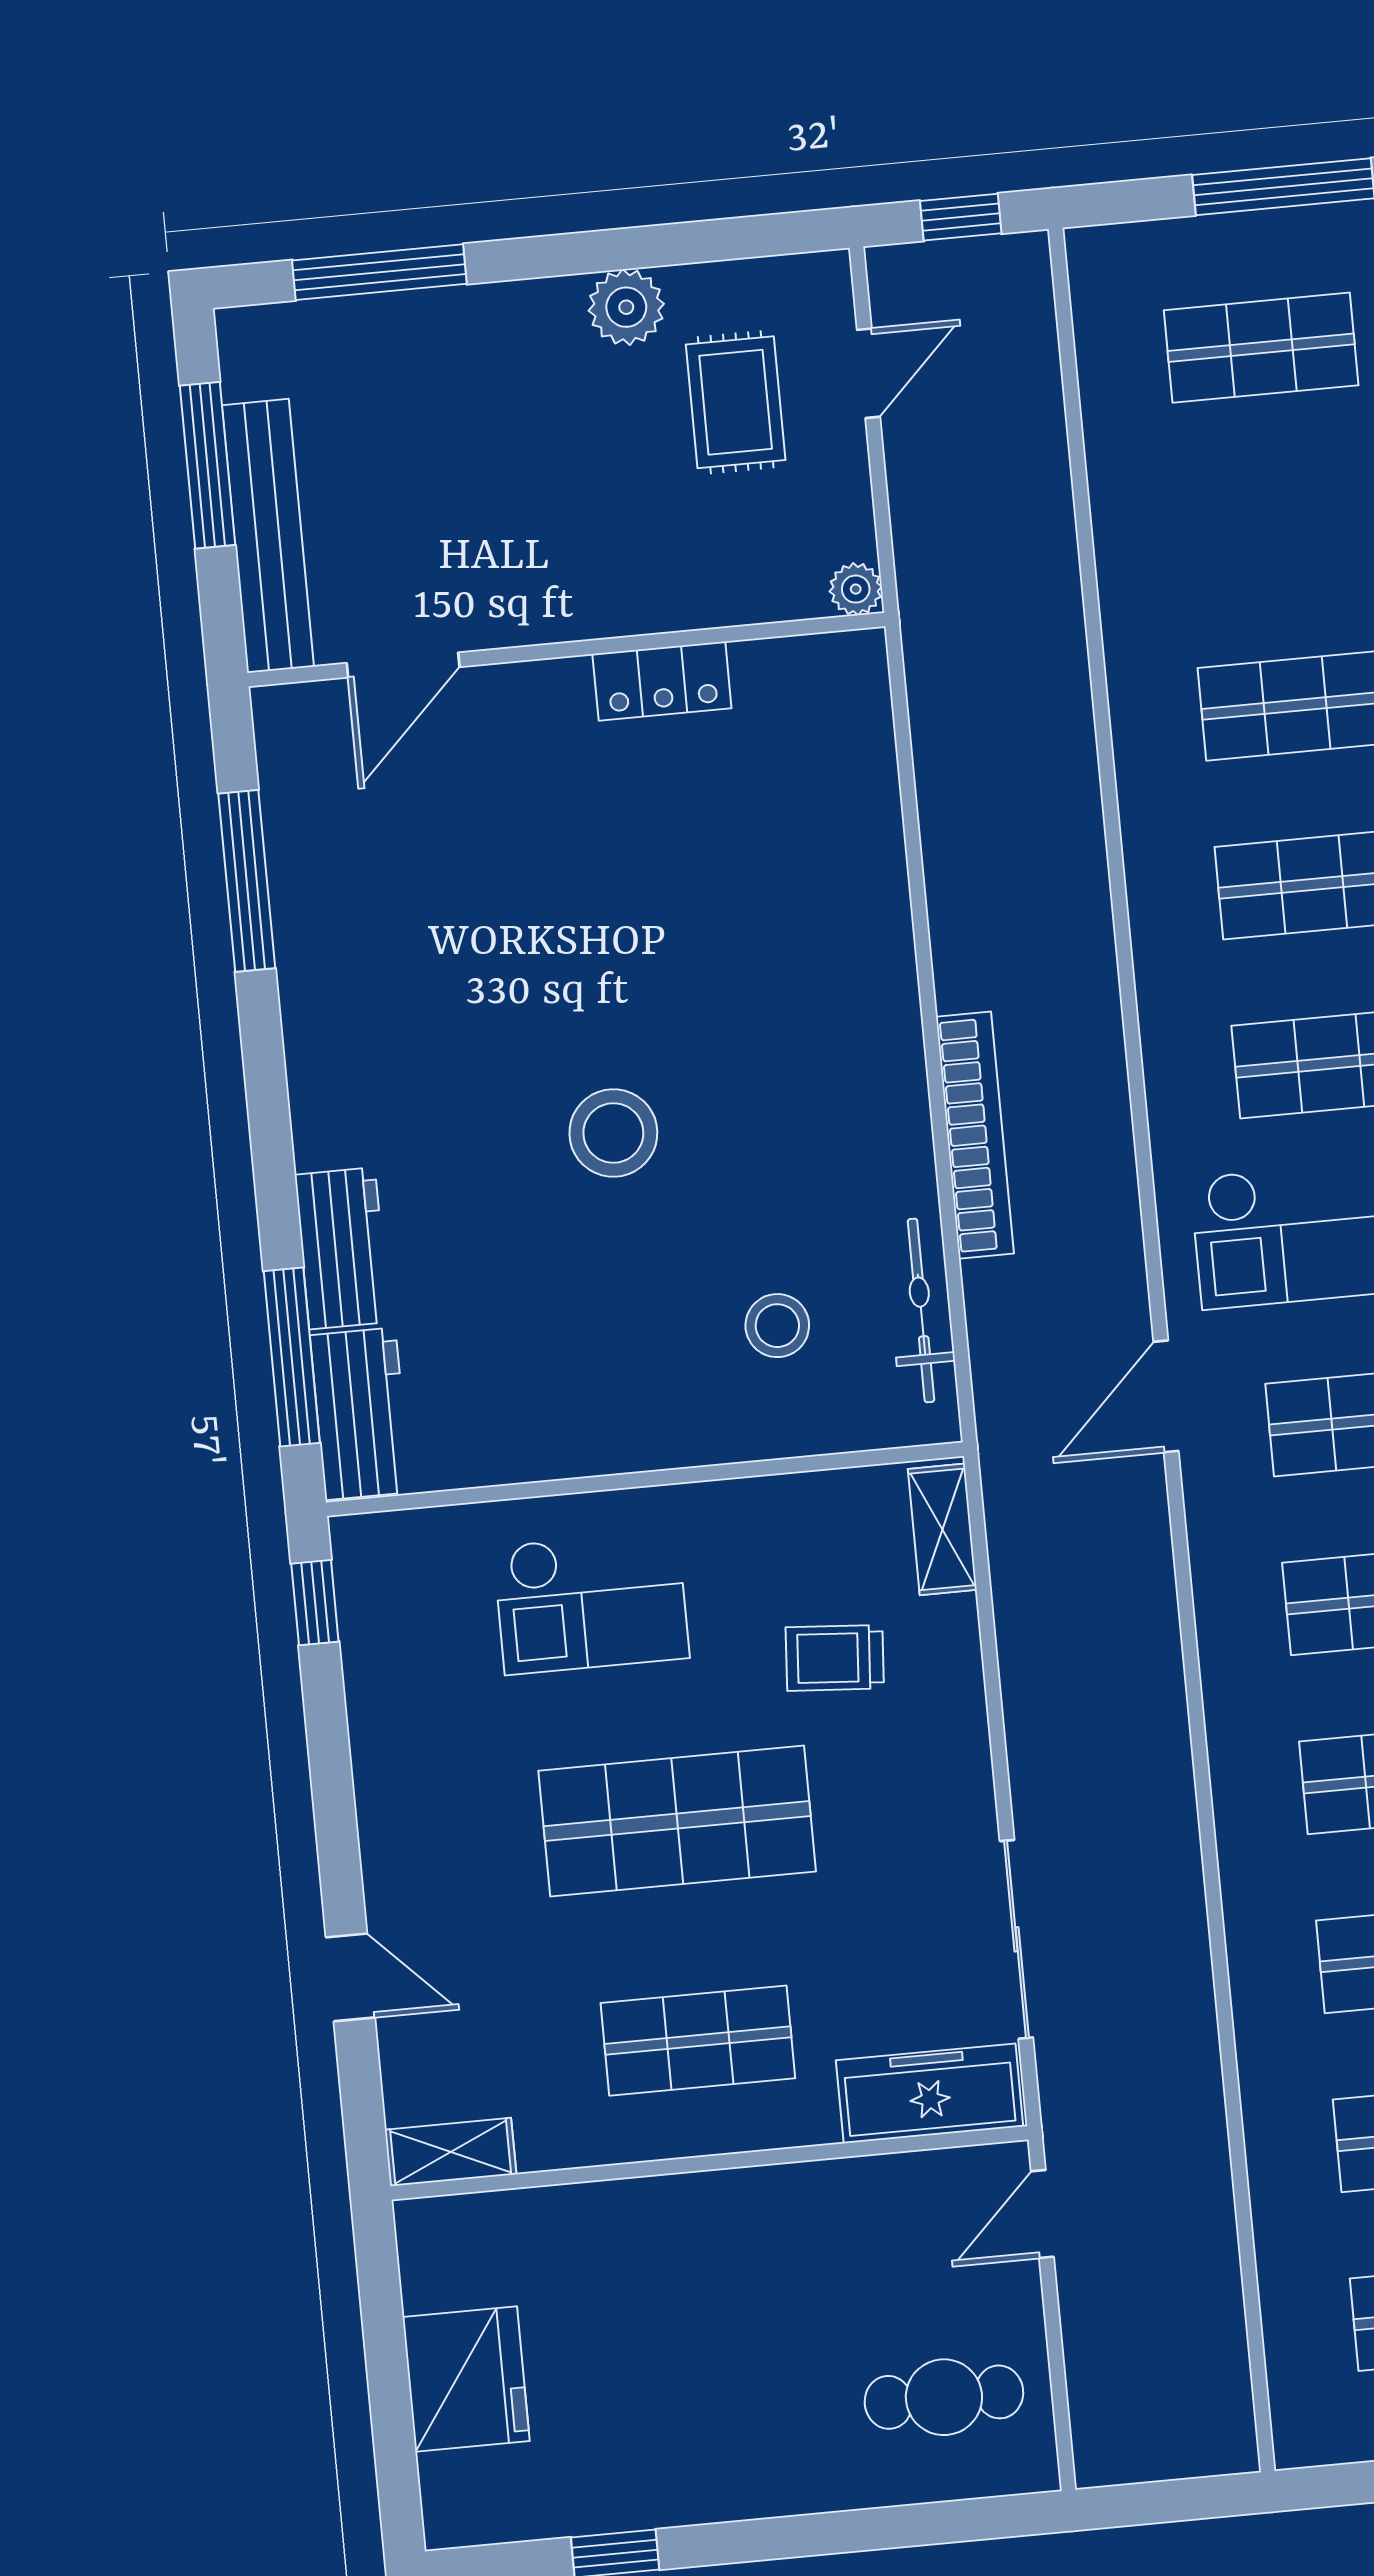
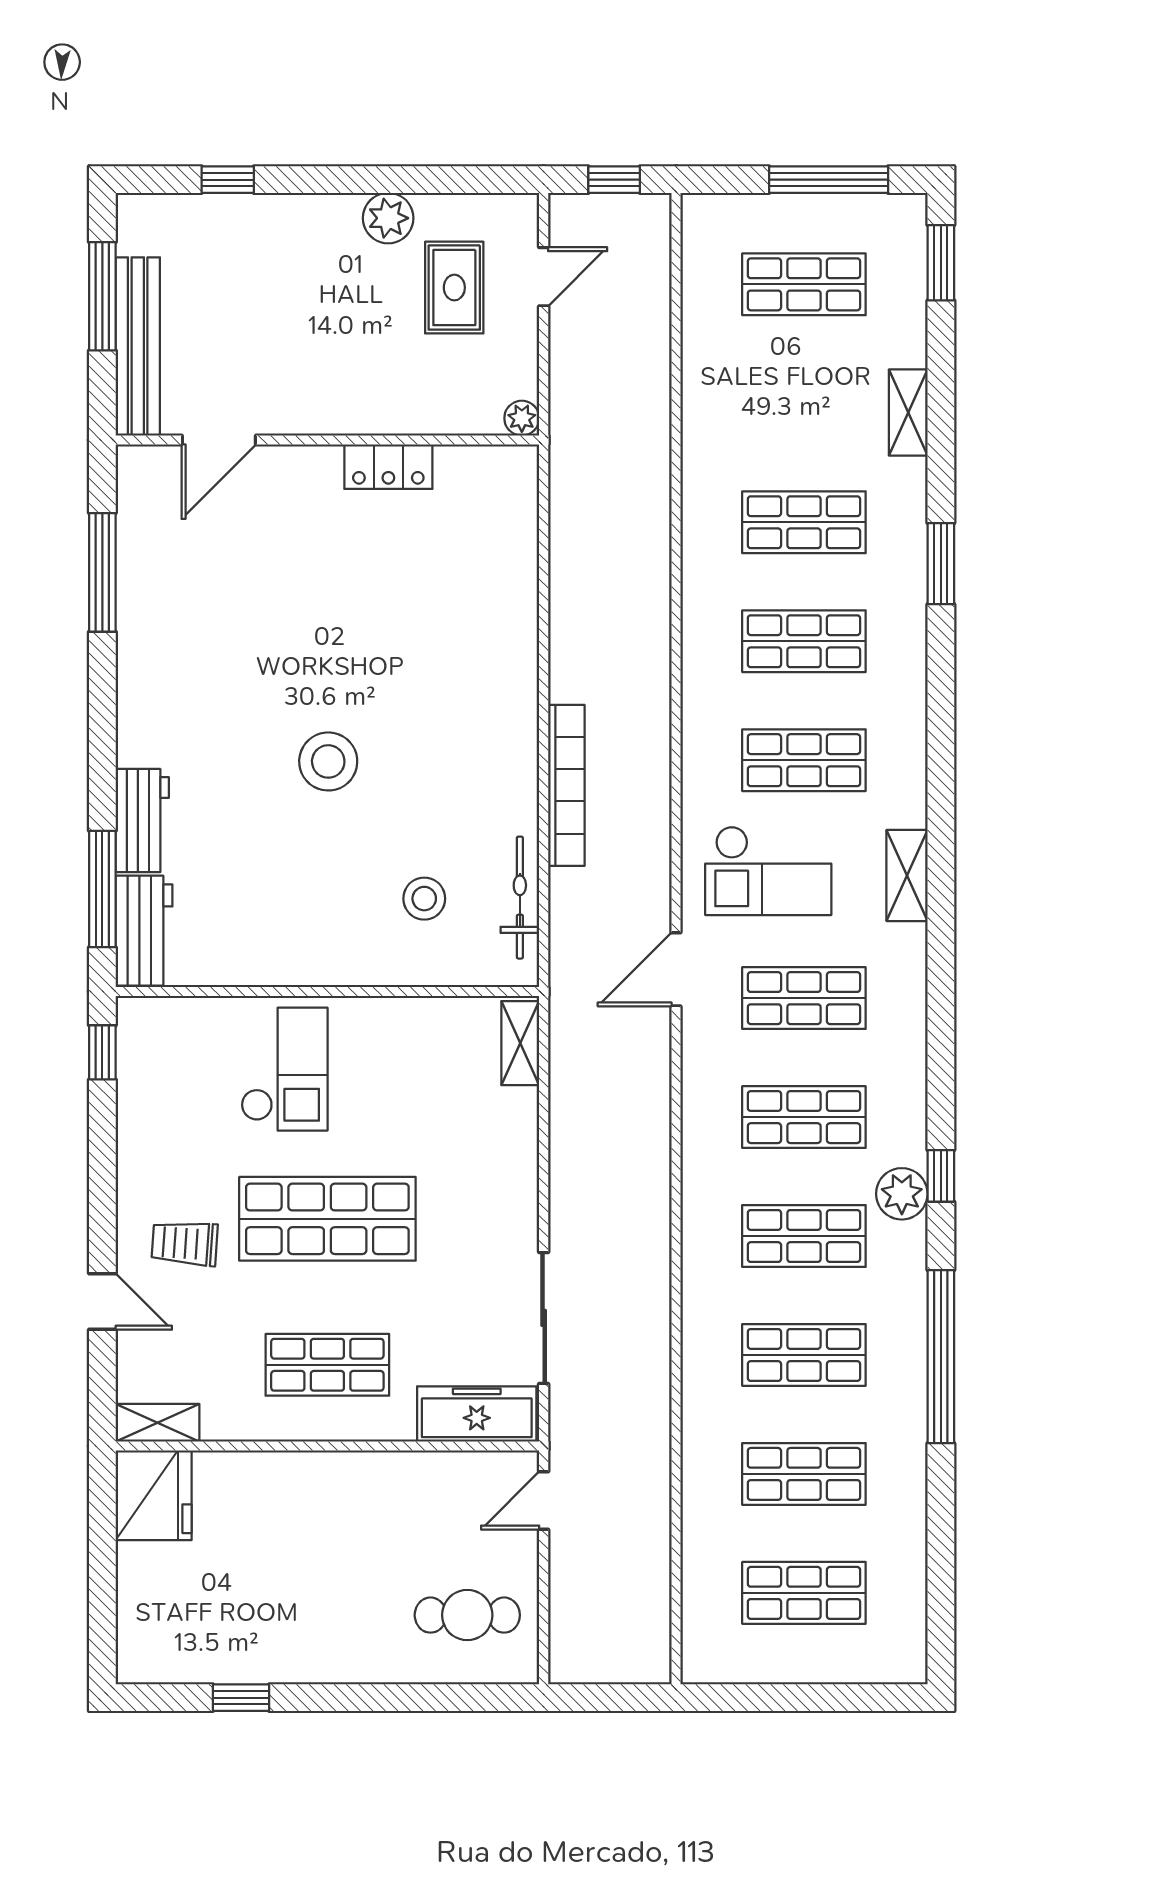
window: (379, 272) -> (228, 180), width x0.46
checkout: (591, 1602) -> (284, 1069), turned -90
trolley: (835, 1658) -> (185, 1243), moved
fridge: (466, 2379) -> (154, 1495), moved

